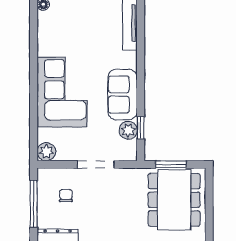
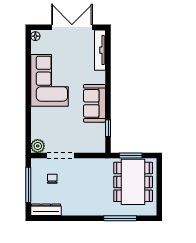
corner sofa: (62, 92) -> (49, 80), moved
plant: (128, 130) -> (99, 130), removed
doorway: (96, 164) -> (60, 155), moved

